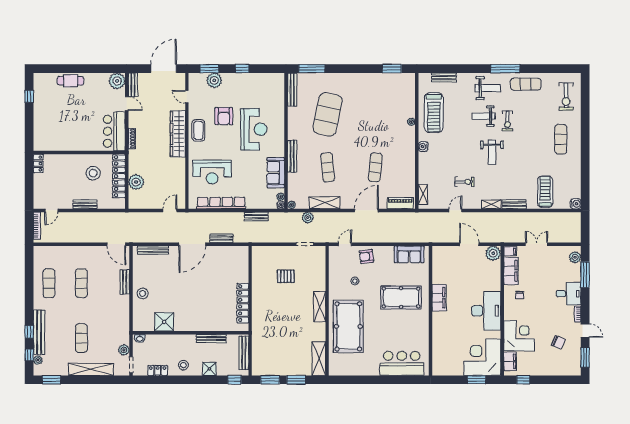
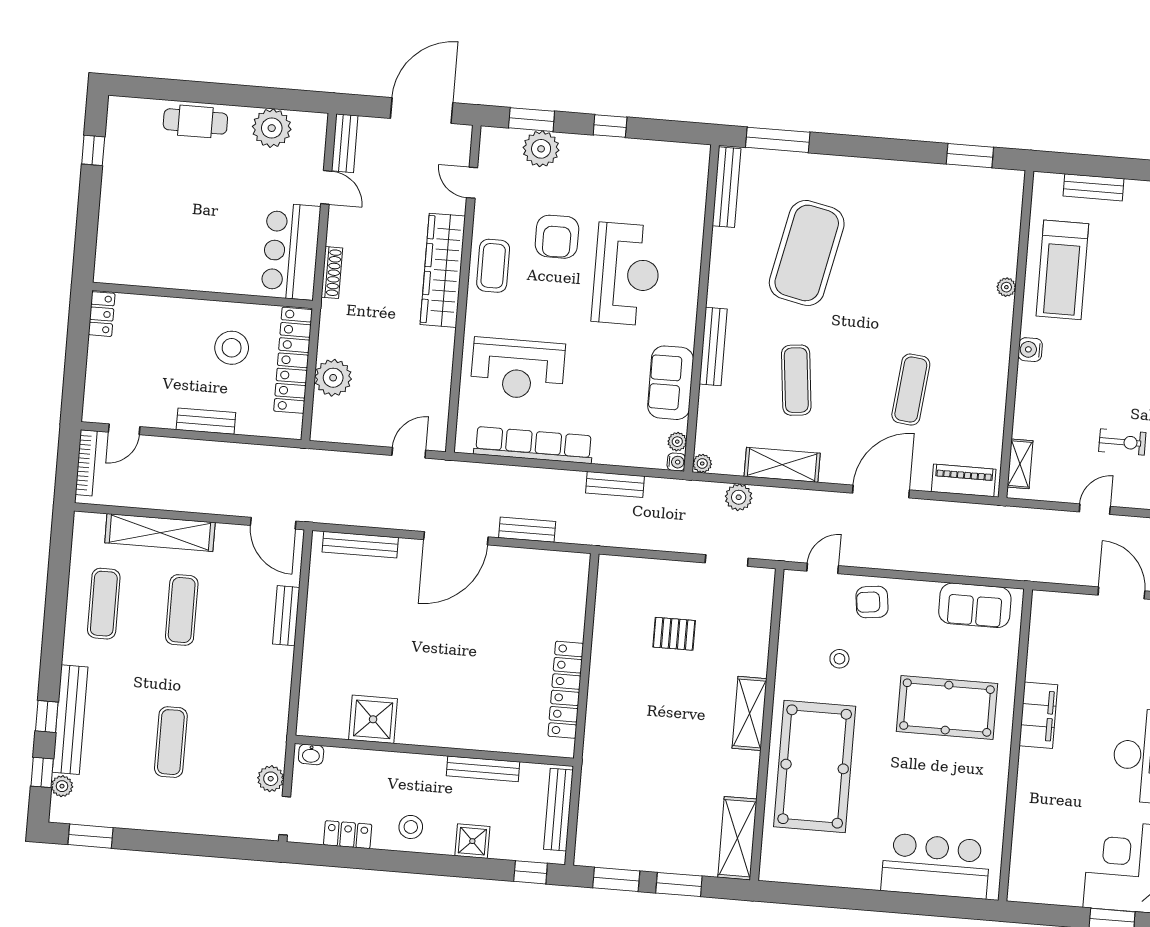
plant: (117, 81) -> (272, 128), moved
stool: (143, 293) -> (327, 647), removed
shelving: (91, 369) -> (160, 533), moved

